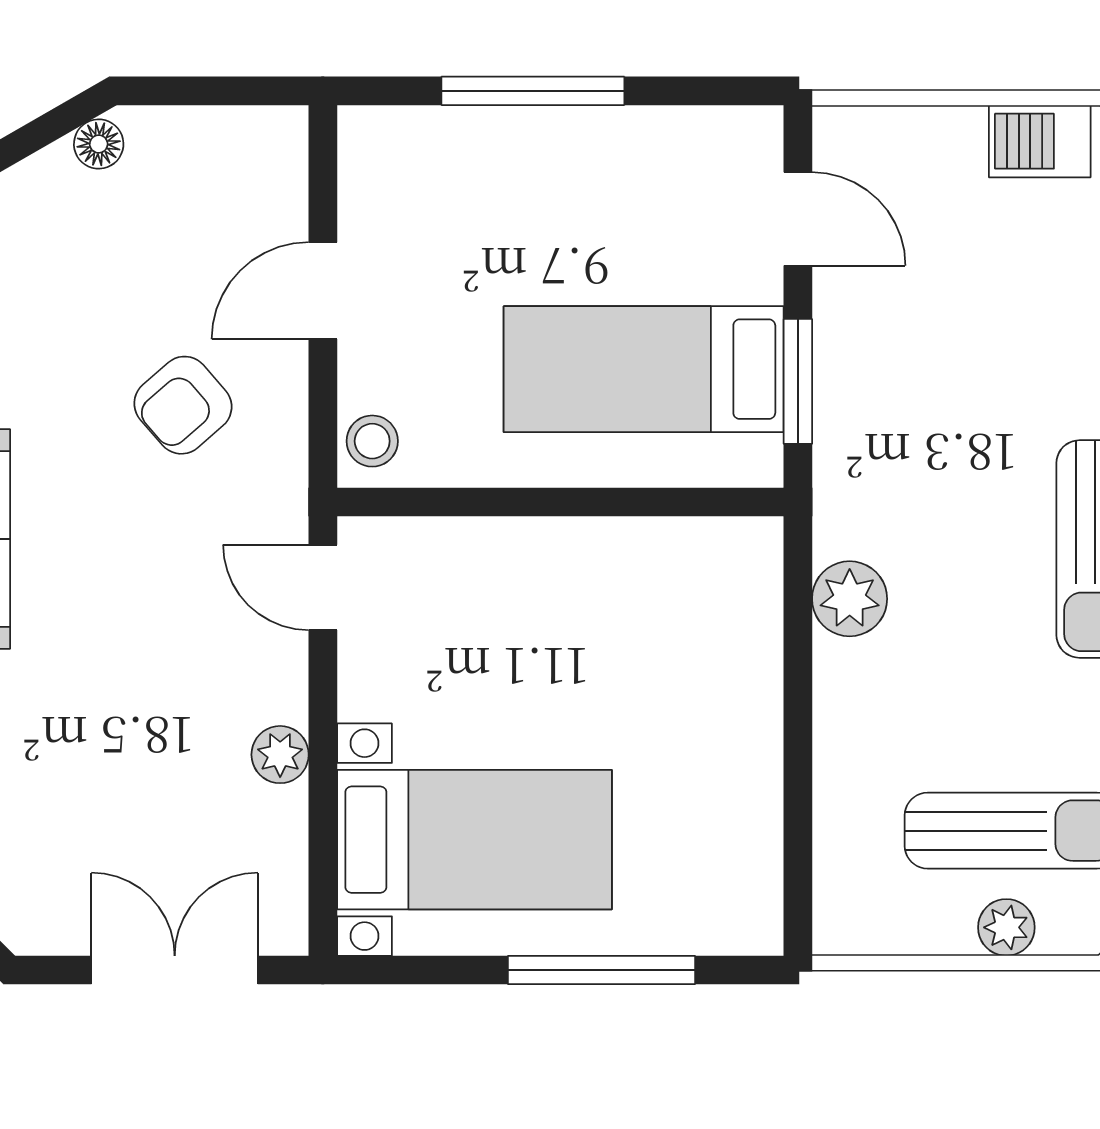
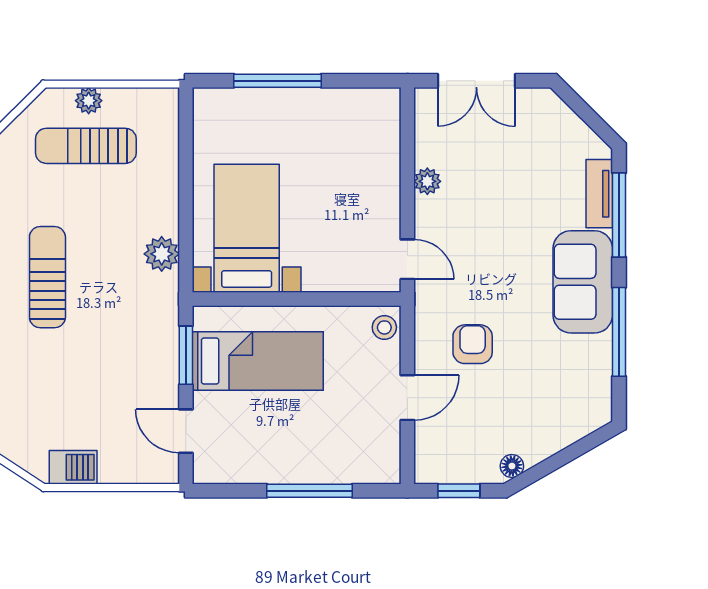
window: (212, 91) -> (459, 491), added
armchair: (183, 405) -> (473, 344), turned -49
bed with nightstands: (474, 840) -> (247, 228), moved, turned 90

